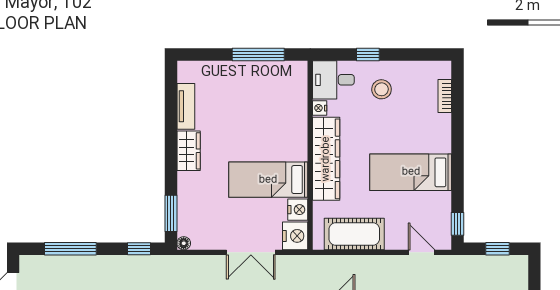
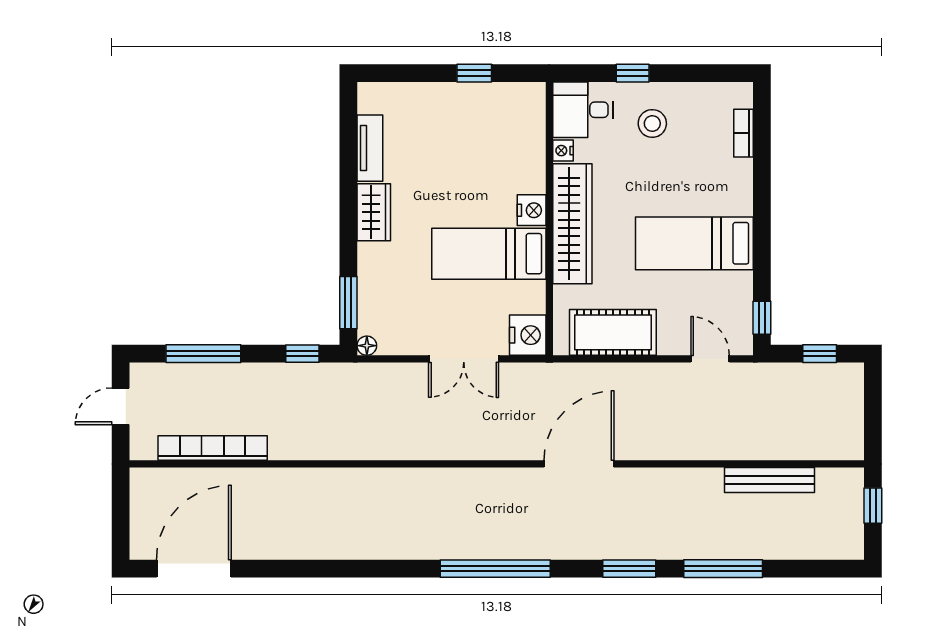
window: (258, 54) -> (474, 73), width x0.46
nightstand: (298, 210) -> (532, 210), moved

